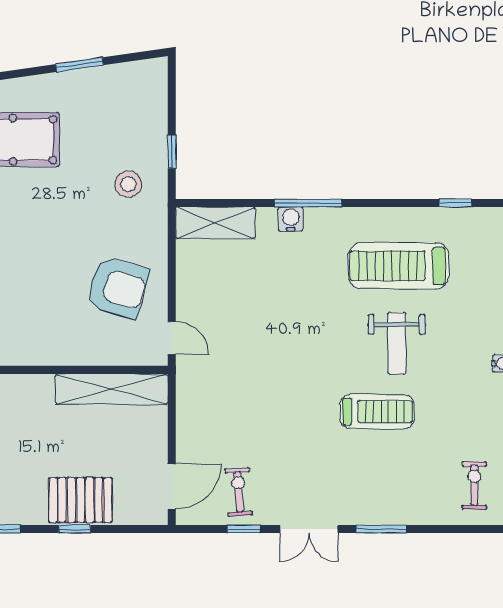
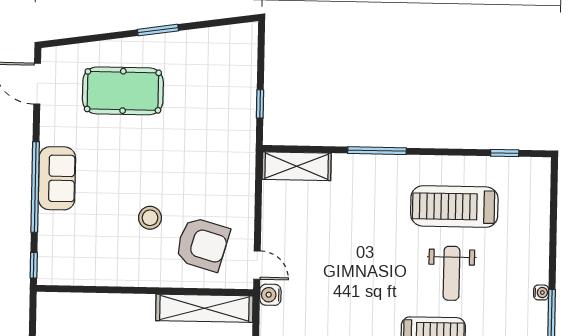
window: (79, 65) -> (158, 30), moved
stool: (128, 184) -> (150, 218), moved
water cooler: (291, 219) -> (270, 295), moved, turned -90
armchair: (117, 287) -> (202, 244), moved

